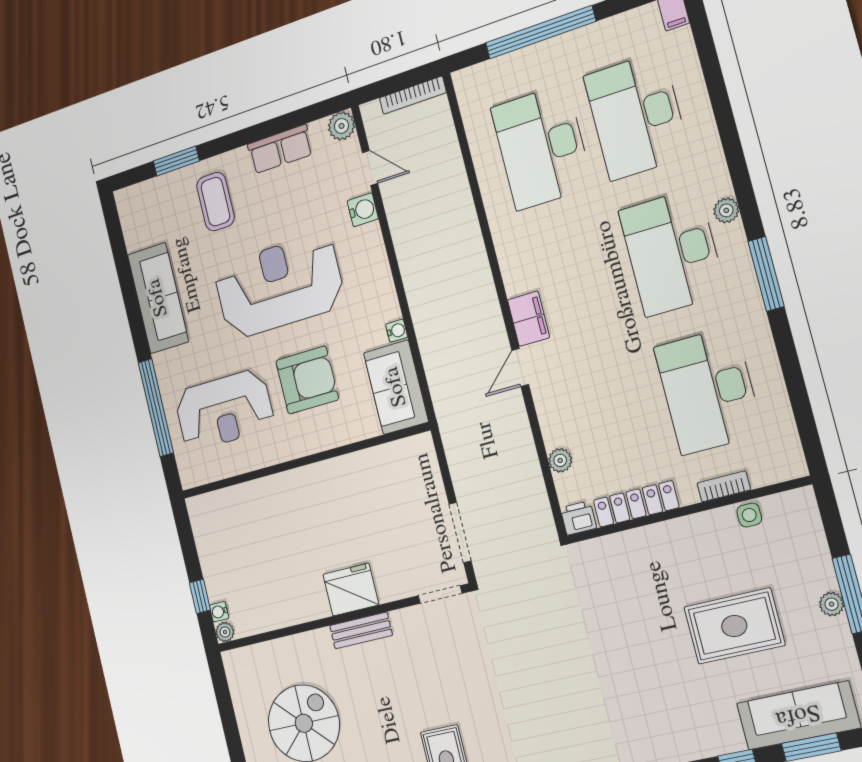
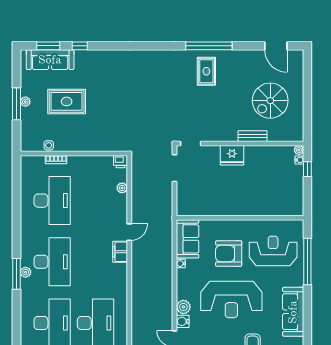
plant: (369, 240) -> (183, 307), added
window: (766, 274) -> (17, 274), moved
locker: (636, 504) -> (94, 161), removed
bench: (361, 630) -> (253, 136), moved

